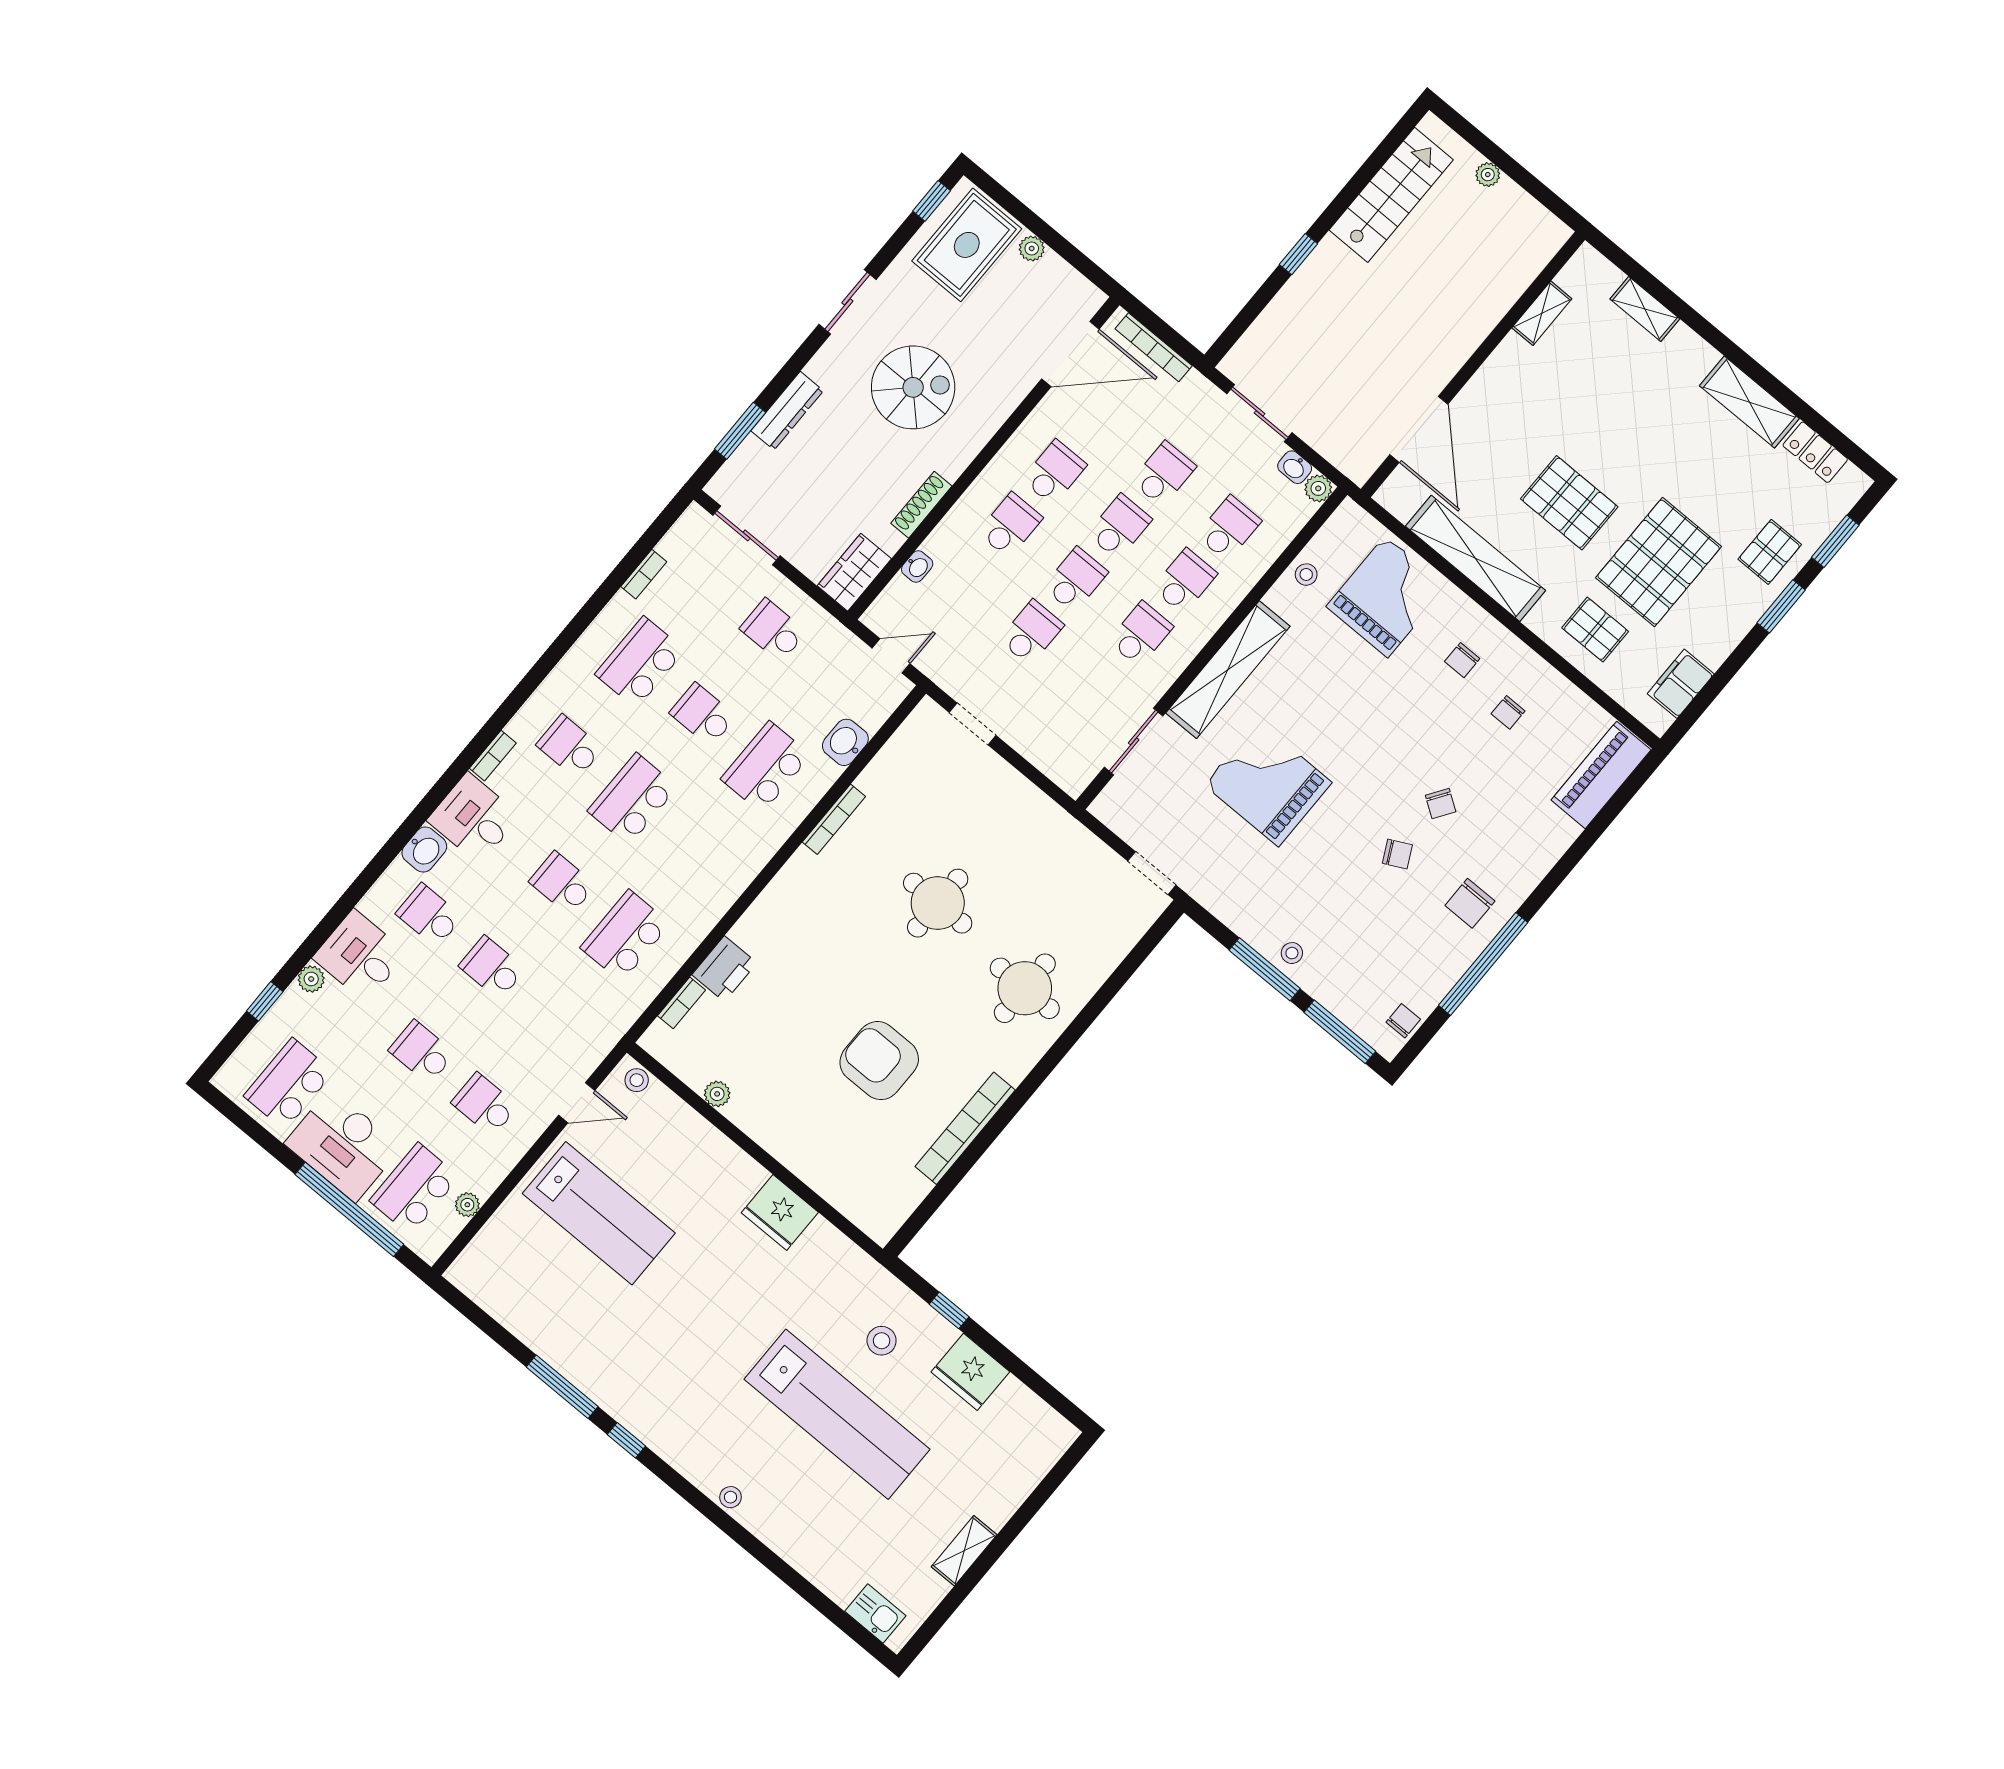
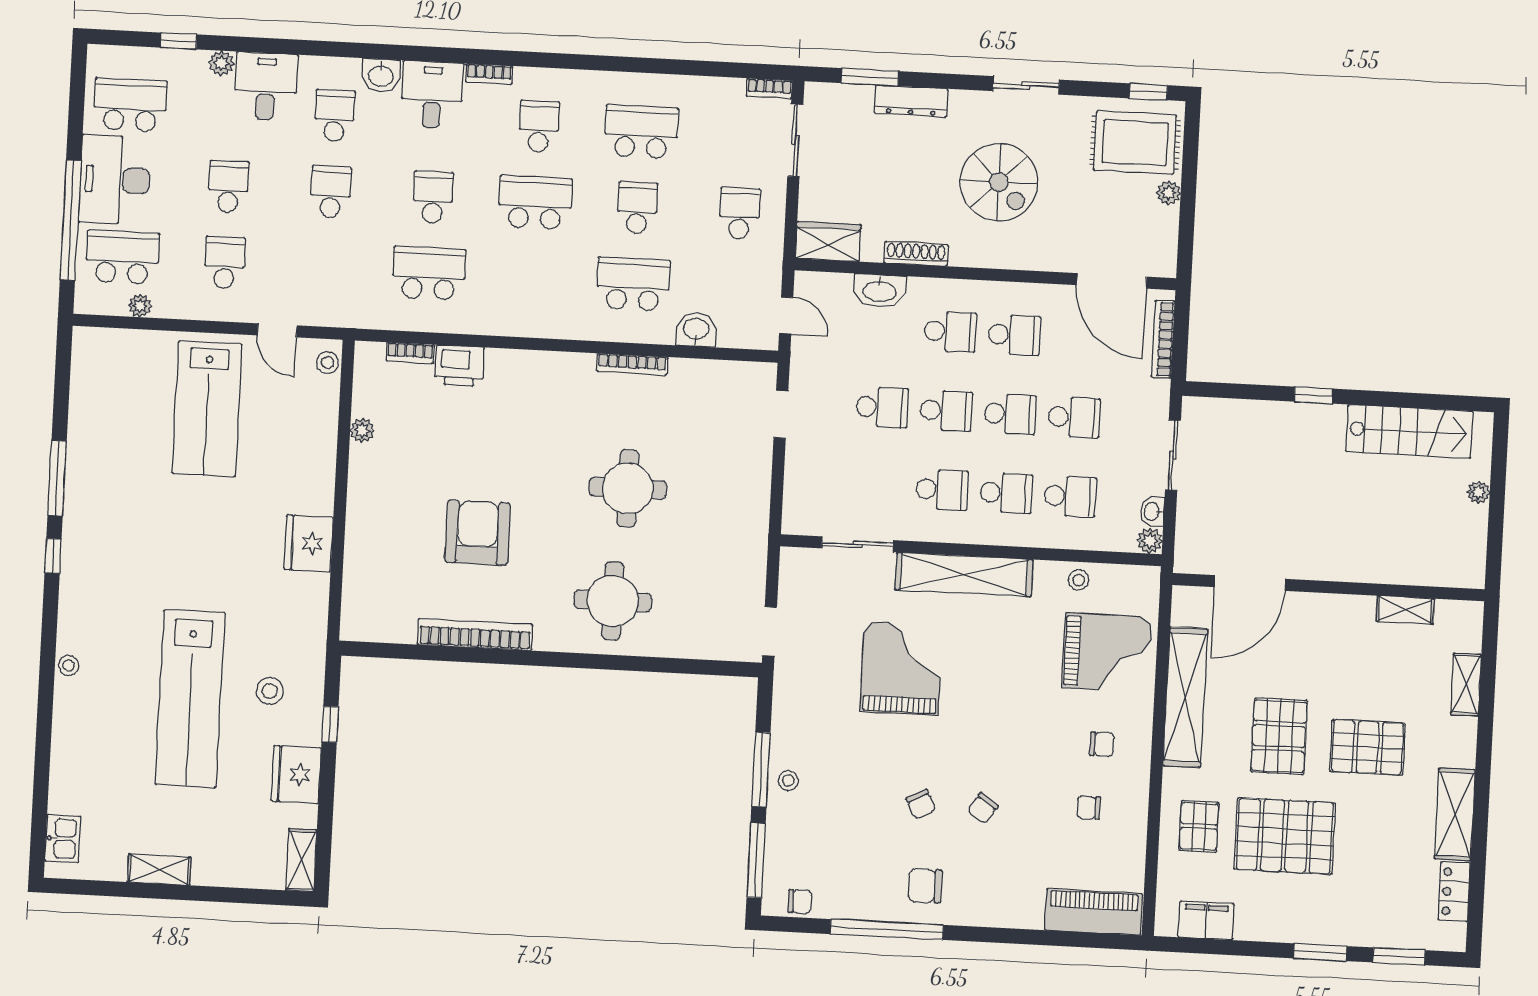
pallet: (1770, 552) -> (1367, 747), moved, width x1.50, depth x1.42
washbasin: (917, 567) -> (880, 291), width x1.91, depth x1.45
bookcase: (644, 574) -> (769, 89), moved
chair: (1462, 660) -> (1102, 744), turned 180
shelving: (1047, 1422) -> (301, 860), added

